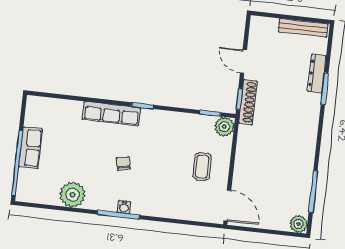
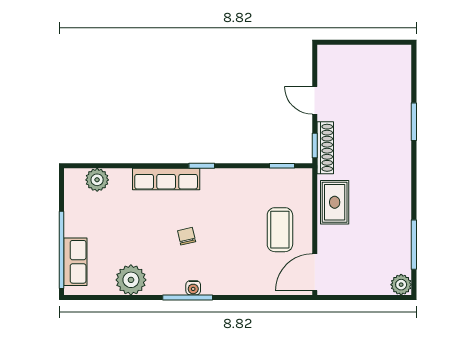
bench: (303, 28) -> (381, 53), removed
dresser: (317, 73) -> (403, 105), removed
plant: (224, 127) -> (97, 180), moved
row of seats: (31, 148) -> (75, 262), moved
rug: (251, 149) -> (335, 202), added
coffee table: (202, 167) -> (280, 230), width x1.36, depth x1.30
door: (227, 206) -> (315, 272), swing flipped

